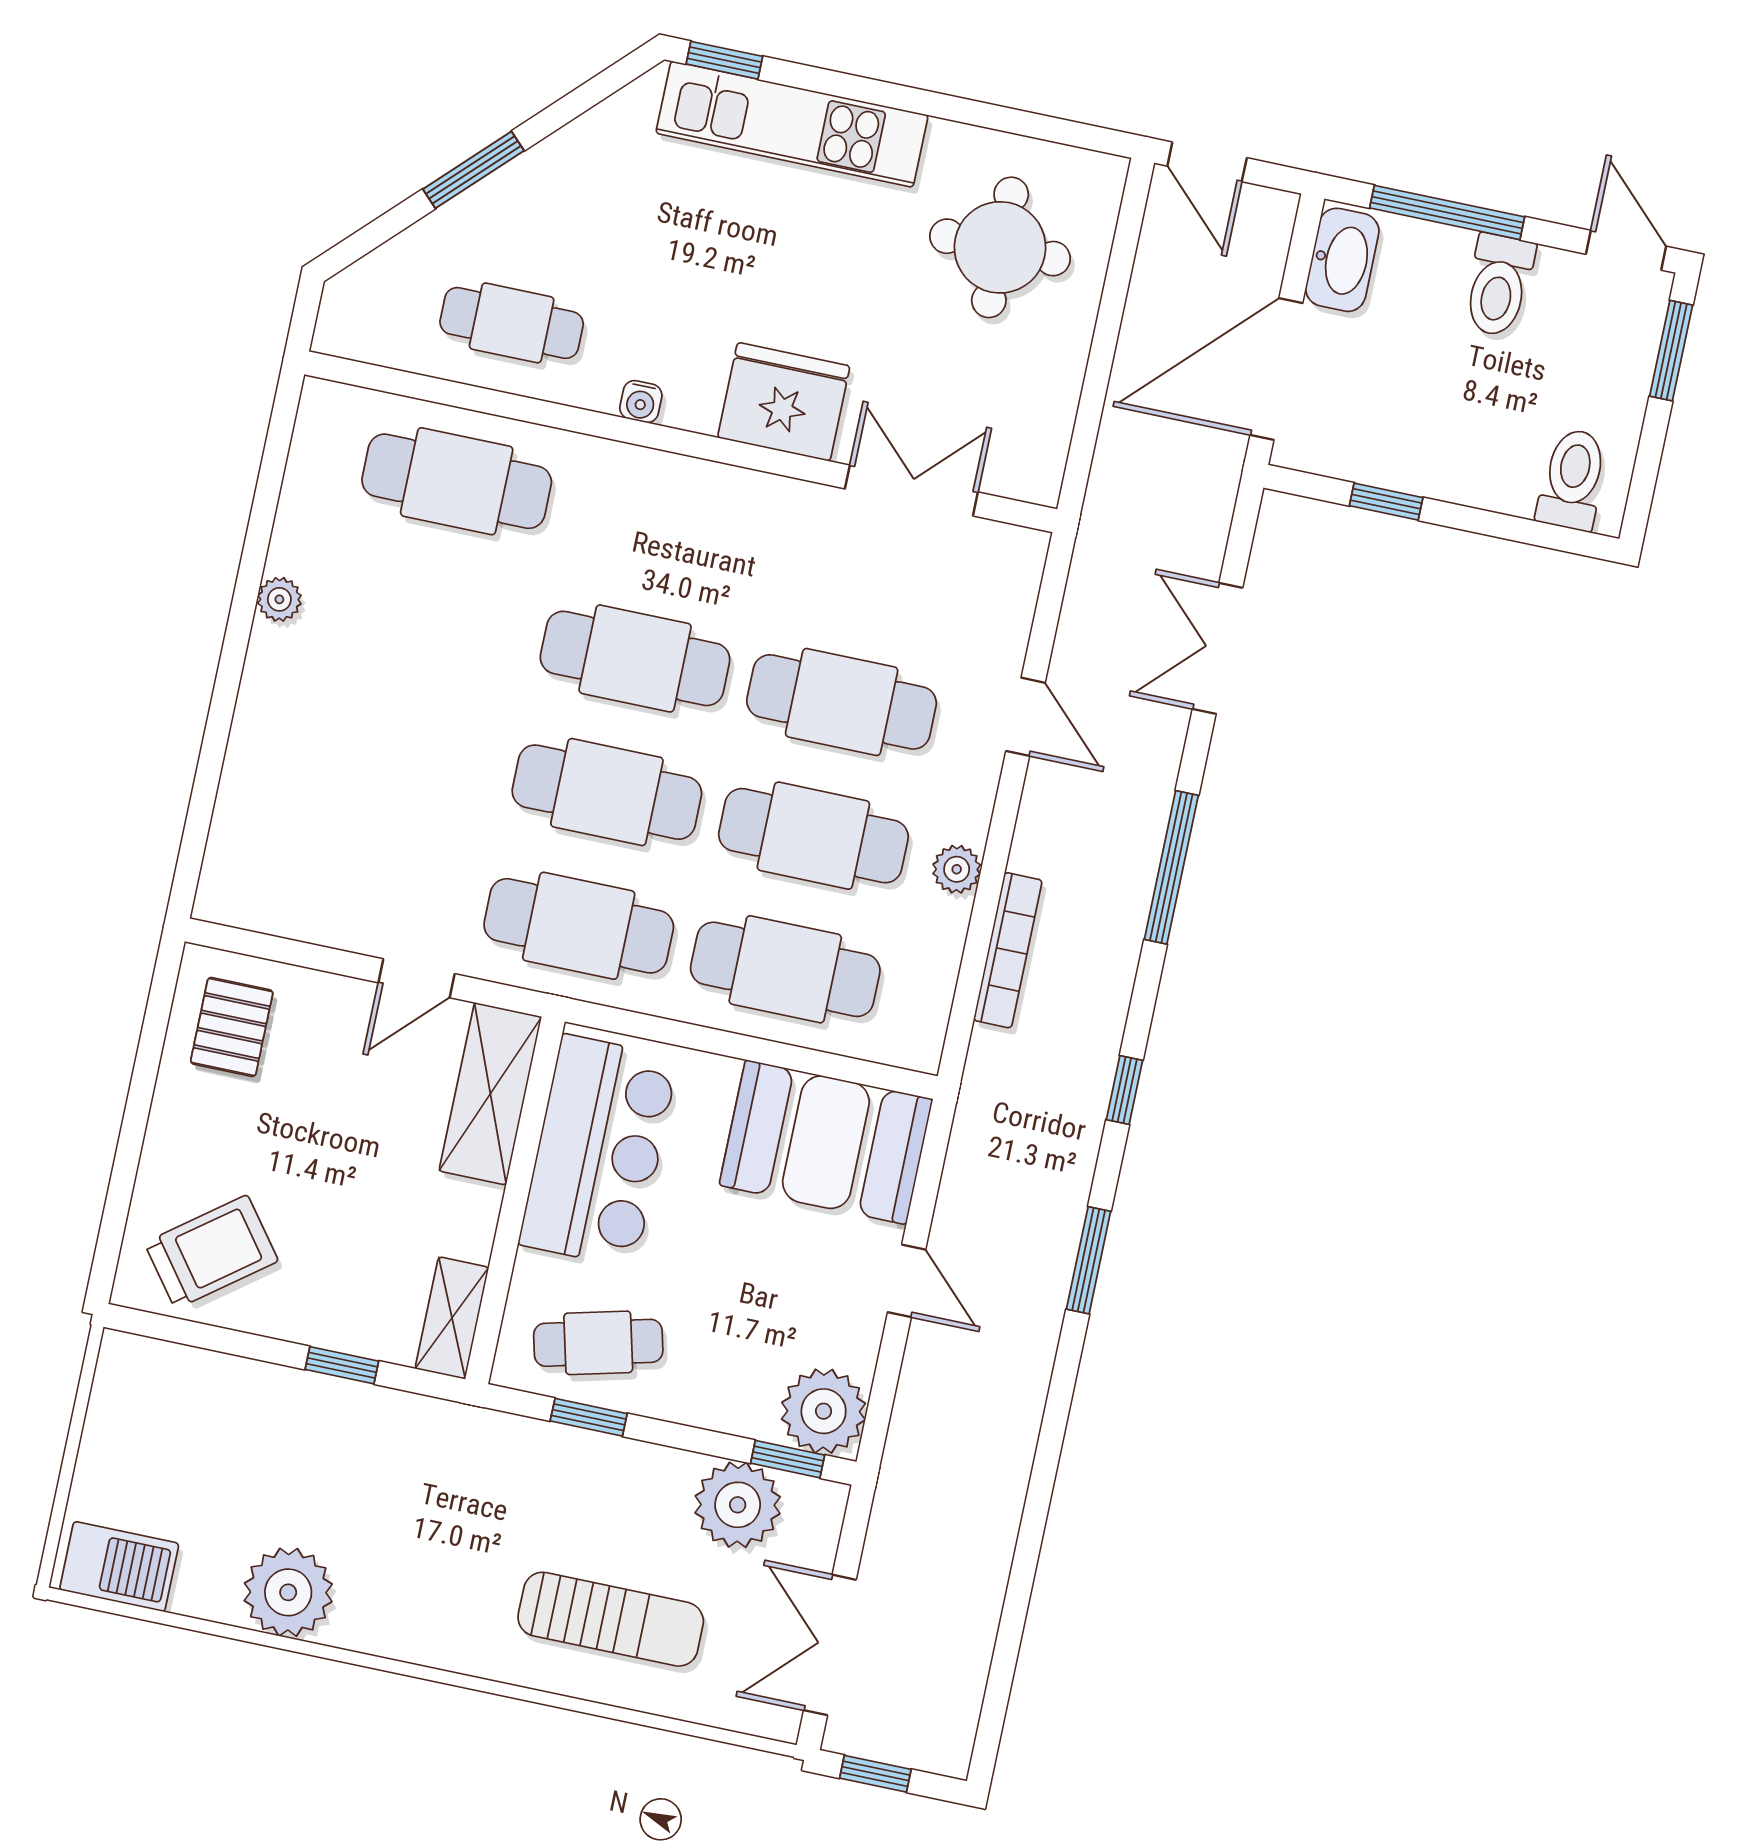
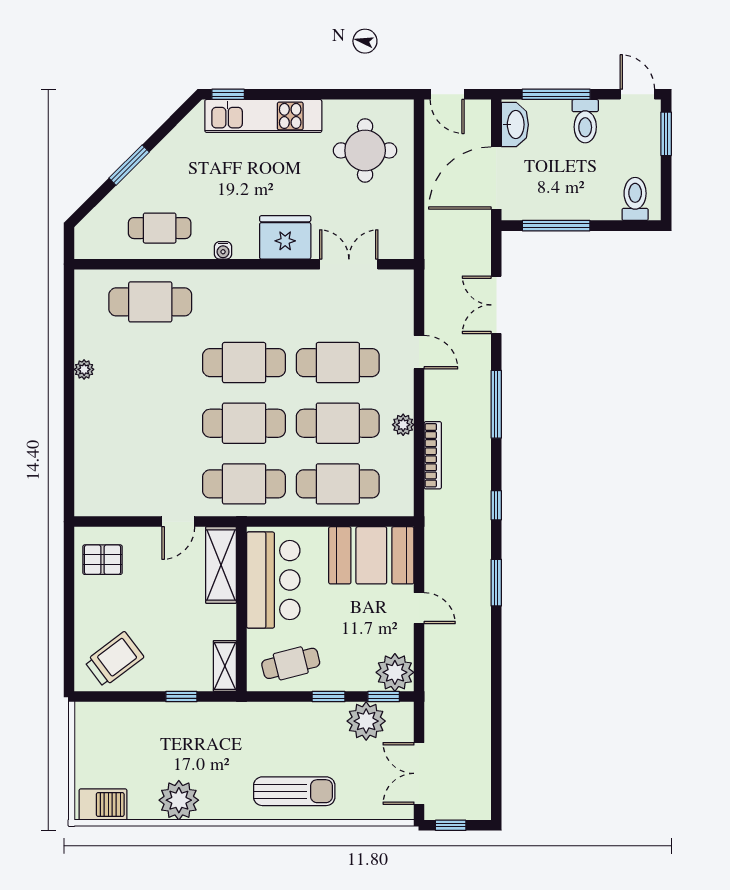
window: (1386, 502) -> (556, 226), width x2.17
pallet: (232, 1027) -> (103, 560), turned 90
window: (589, 1417) -> (329, 697), moved
sun lounger: (611, 1619) -> (294, 791), moved

